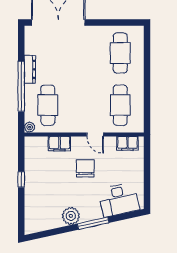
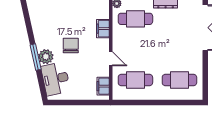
door: (95, 134) -> (111, 59), swing flipped
chair: (85, 168) -> (71, 45), moved, turned -90
plant: (71, 216) -> (46, 57), moved

